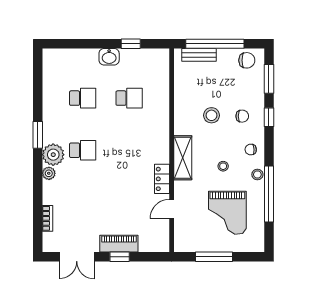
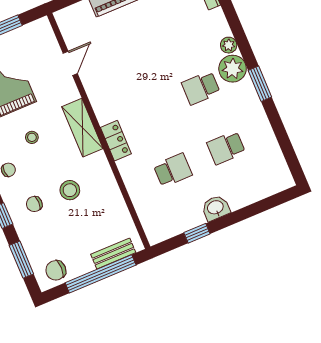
school desk: (129, 98) -> (173, 170), turned 180
locker: (162, 179) -> (116, 141), moved

